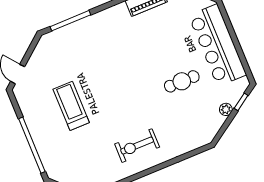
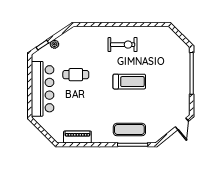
exercise mat: (83, 39) -> (129, 130), added
treadmill: (71, 106) -> (129, 82), moved, turned -90

